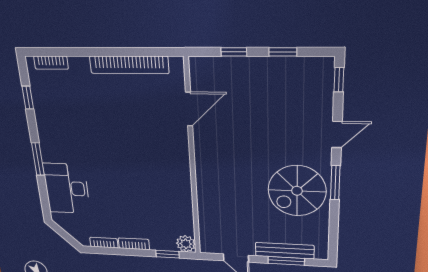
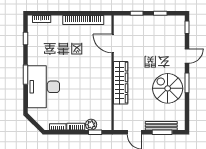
door: (189, 109) -> (113, 44), swing flipped
wardrobe: (208, 178) -> (121, 83), added
desk: (67, 189) -> (44, 87), width x1.36, depth x1.30
spiral stairs: (297, 191) -> (168, 88), turned 90
plant: (186, 244) -> (91, 125), moved

